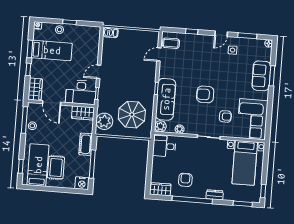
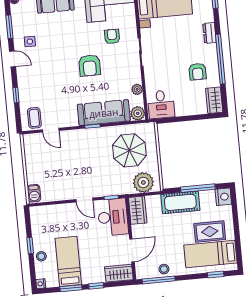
cot: (86, 144) -> (180, 202), width x1.37, depth x1.34
armchair: (185, 180) -> (198, 72), turned -90

